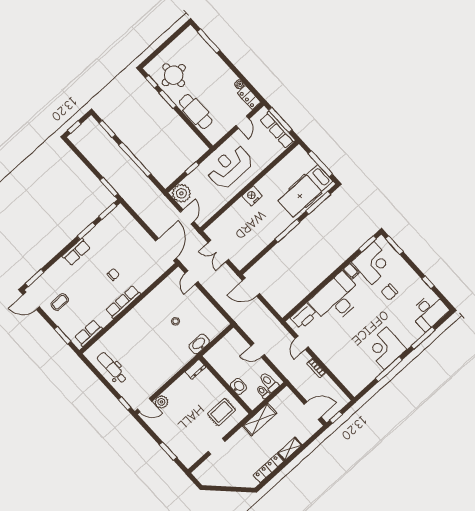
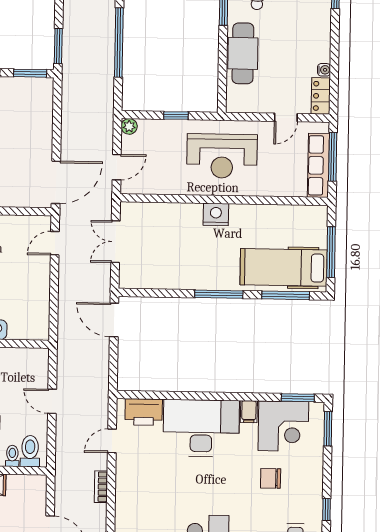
reception desk: (230, 167) -> (222, 156), turned 180
plant: (181, 193) -> (129, 126), width x0.53, depth x0.53

